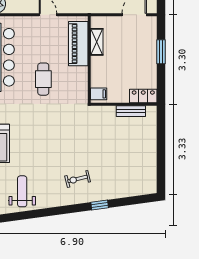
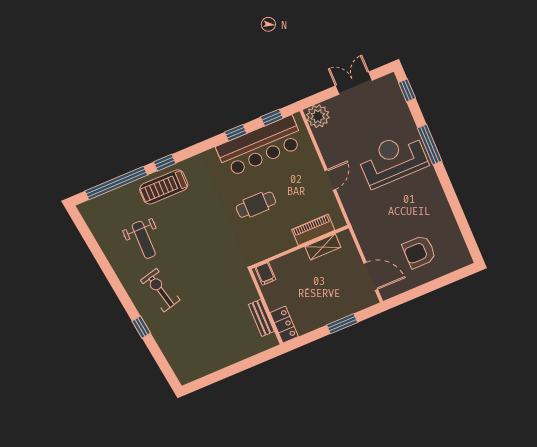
piano: (78, 44) -> (313, 230), width x0.73, depth x0.75
exercise bike: (78, 179) -> (160, 290), width x1.38, depth x1.39
weight bench: (22, 191) -> (144, 240), moved, turned 90

